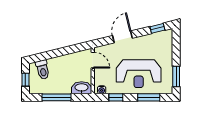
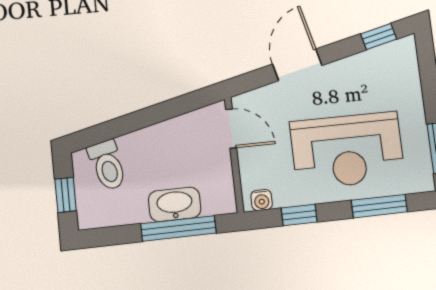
washbasin: (82, 88) -> (175, 204), moved
window: (57, 97) -> (179, 228), moved

